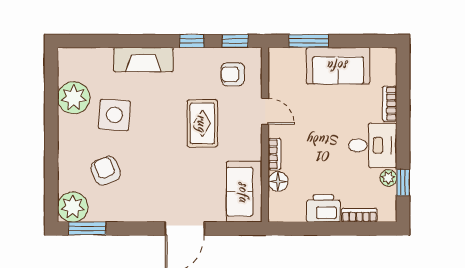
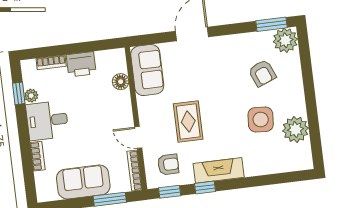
fireplace: (143, 60) -> (219, 170), moved
bookcase: (275, 154) -> (134, 170), moved, width x1.56

